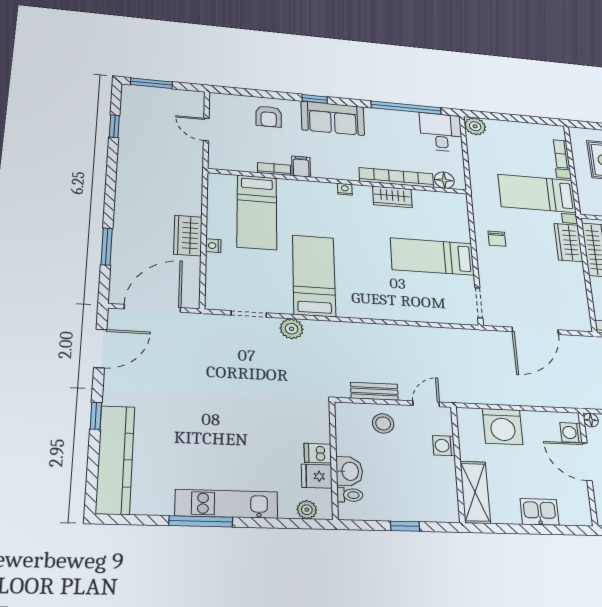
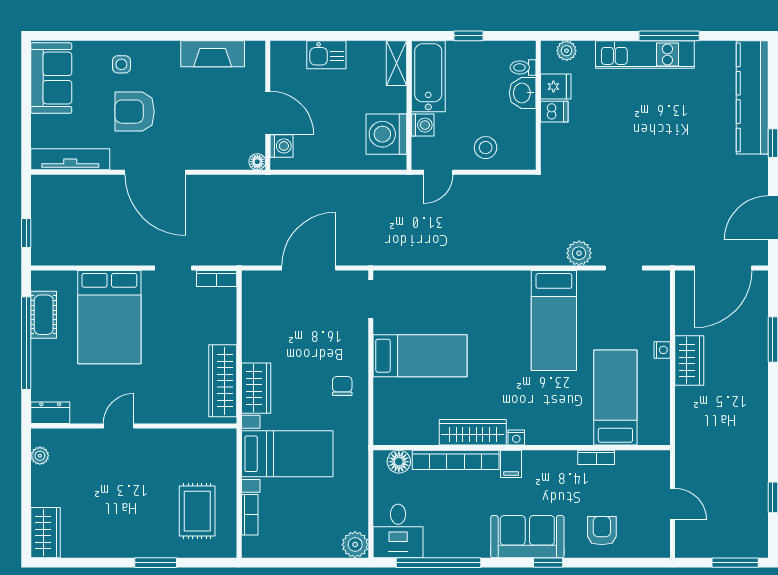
filing cabinet: (301, 167) -> (511, 464), moved
wardrobe: (392, 197) -> (473, 432), width x1.50
bench: (374, 391) -> (493, 184), removed
washing machine: (503, 427) -> (386, 134), moved, turned -90
bathtub: (442, 489) -> (428, 76), added
shelving: (475, 492) -> (397, 63), width x0.67, depth x0.75

